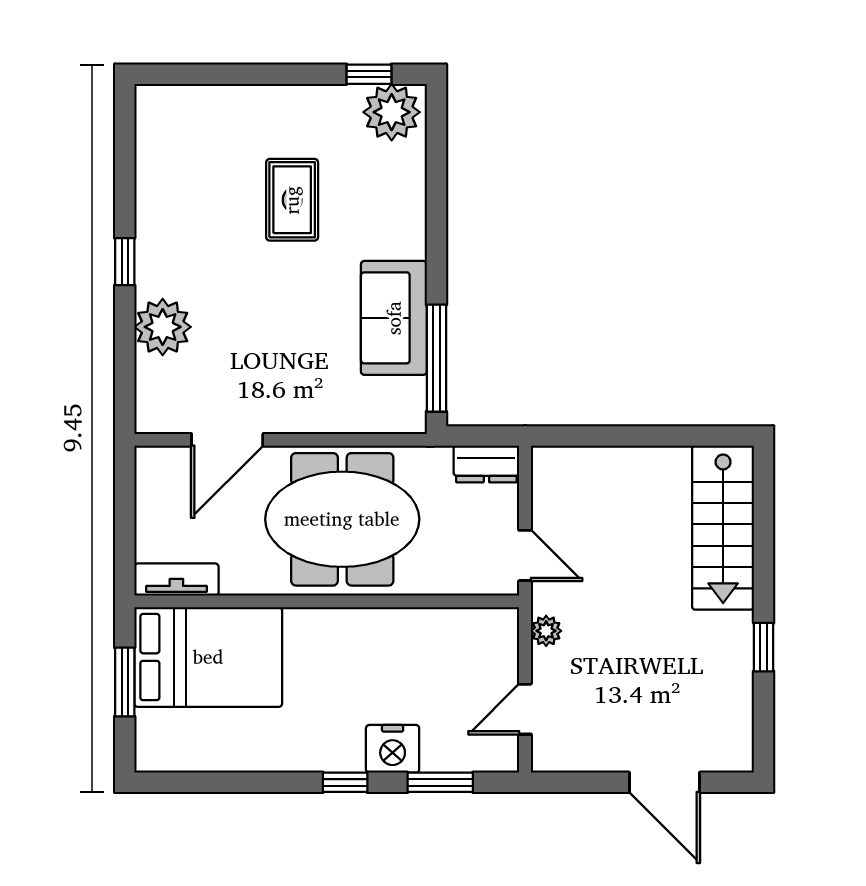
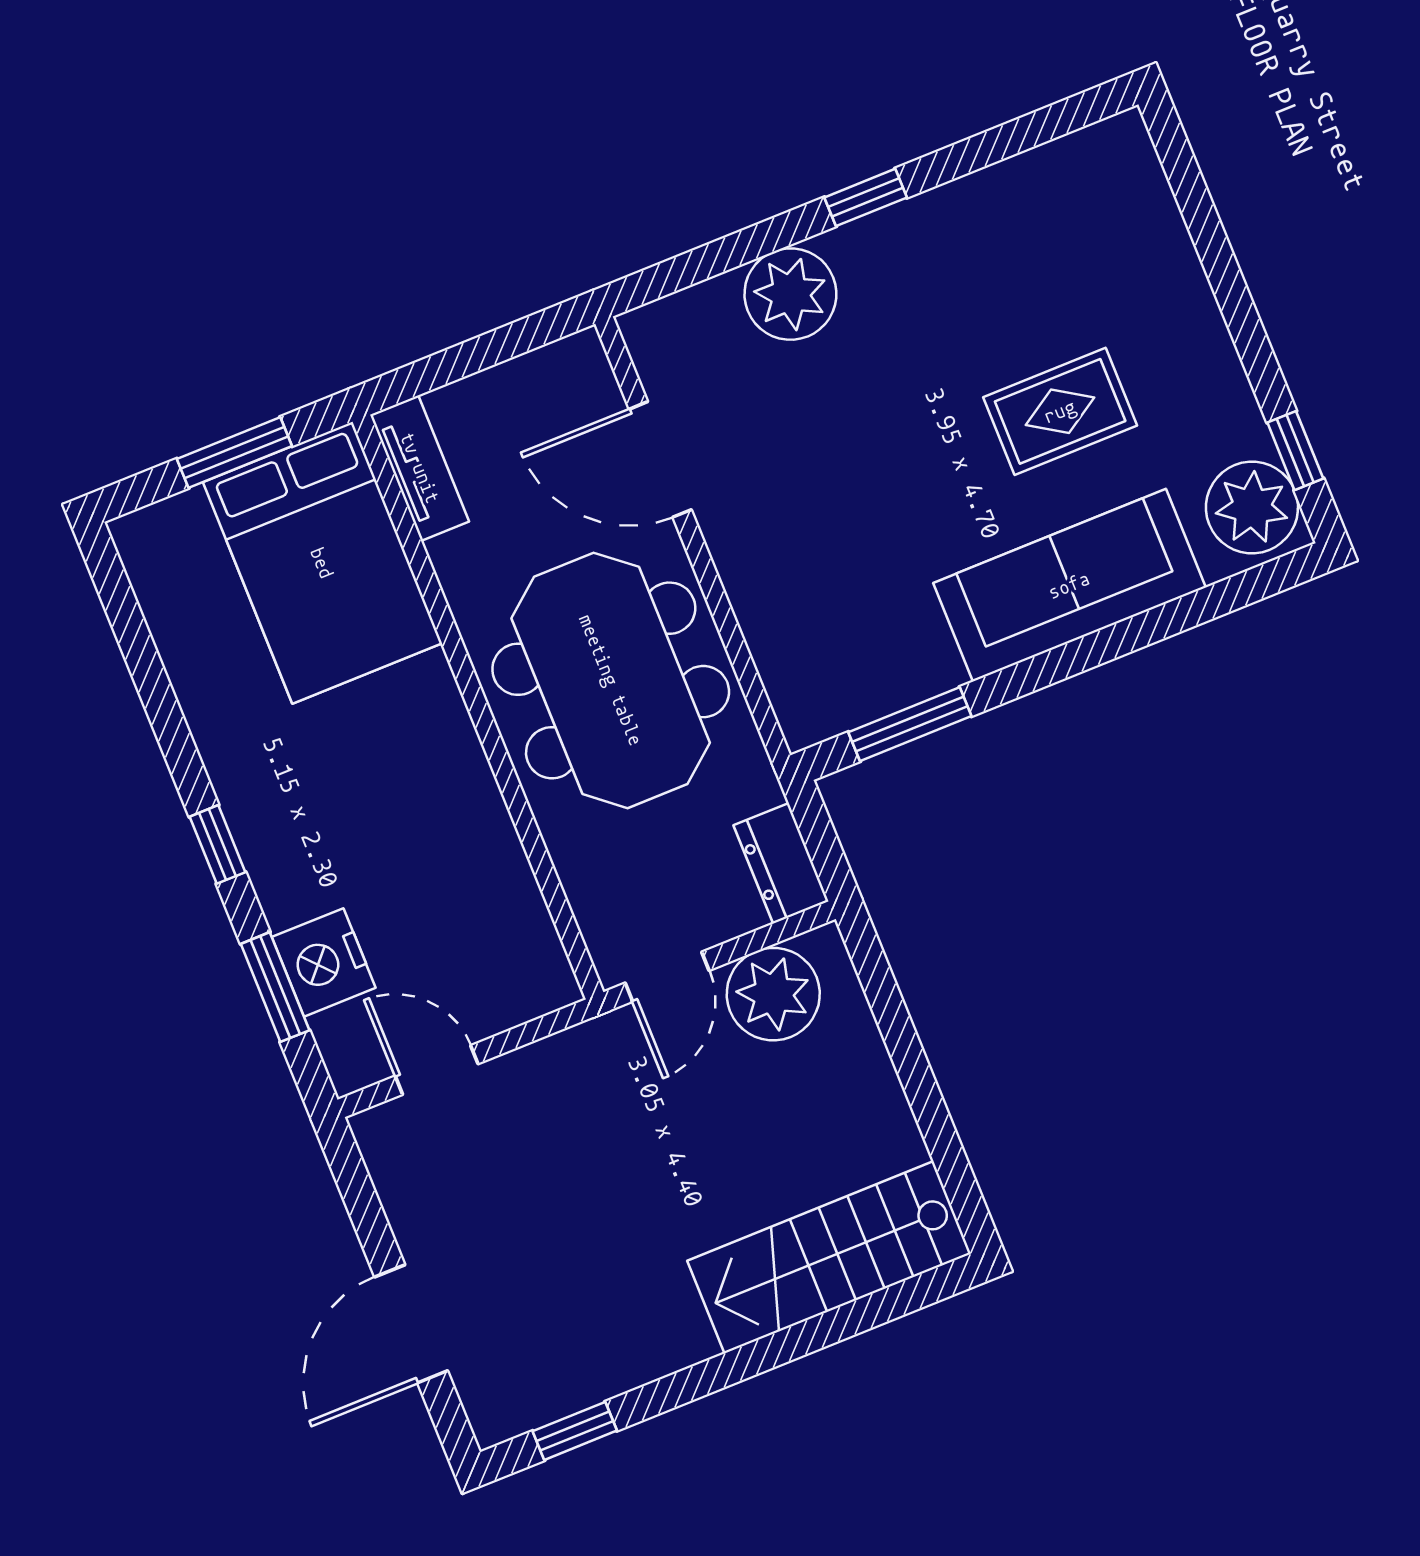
sofa: (394, 318) -> (1069, 585), moved, width x1.36
window: (436, 358) -> (910, 724), width x0.69
plant: (546, 631) -> (773, 994), moved, width x1.88, depth x1.88
window: (764, 647) -> (575, 1431), moved
nightstand: (393, 749) -> (324, 962), moved

